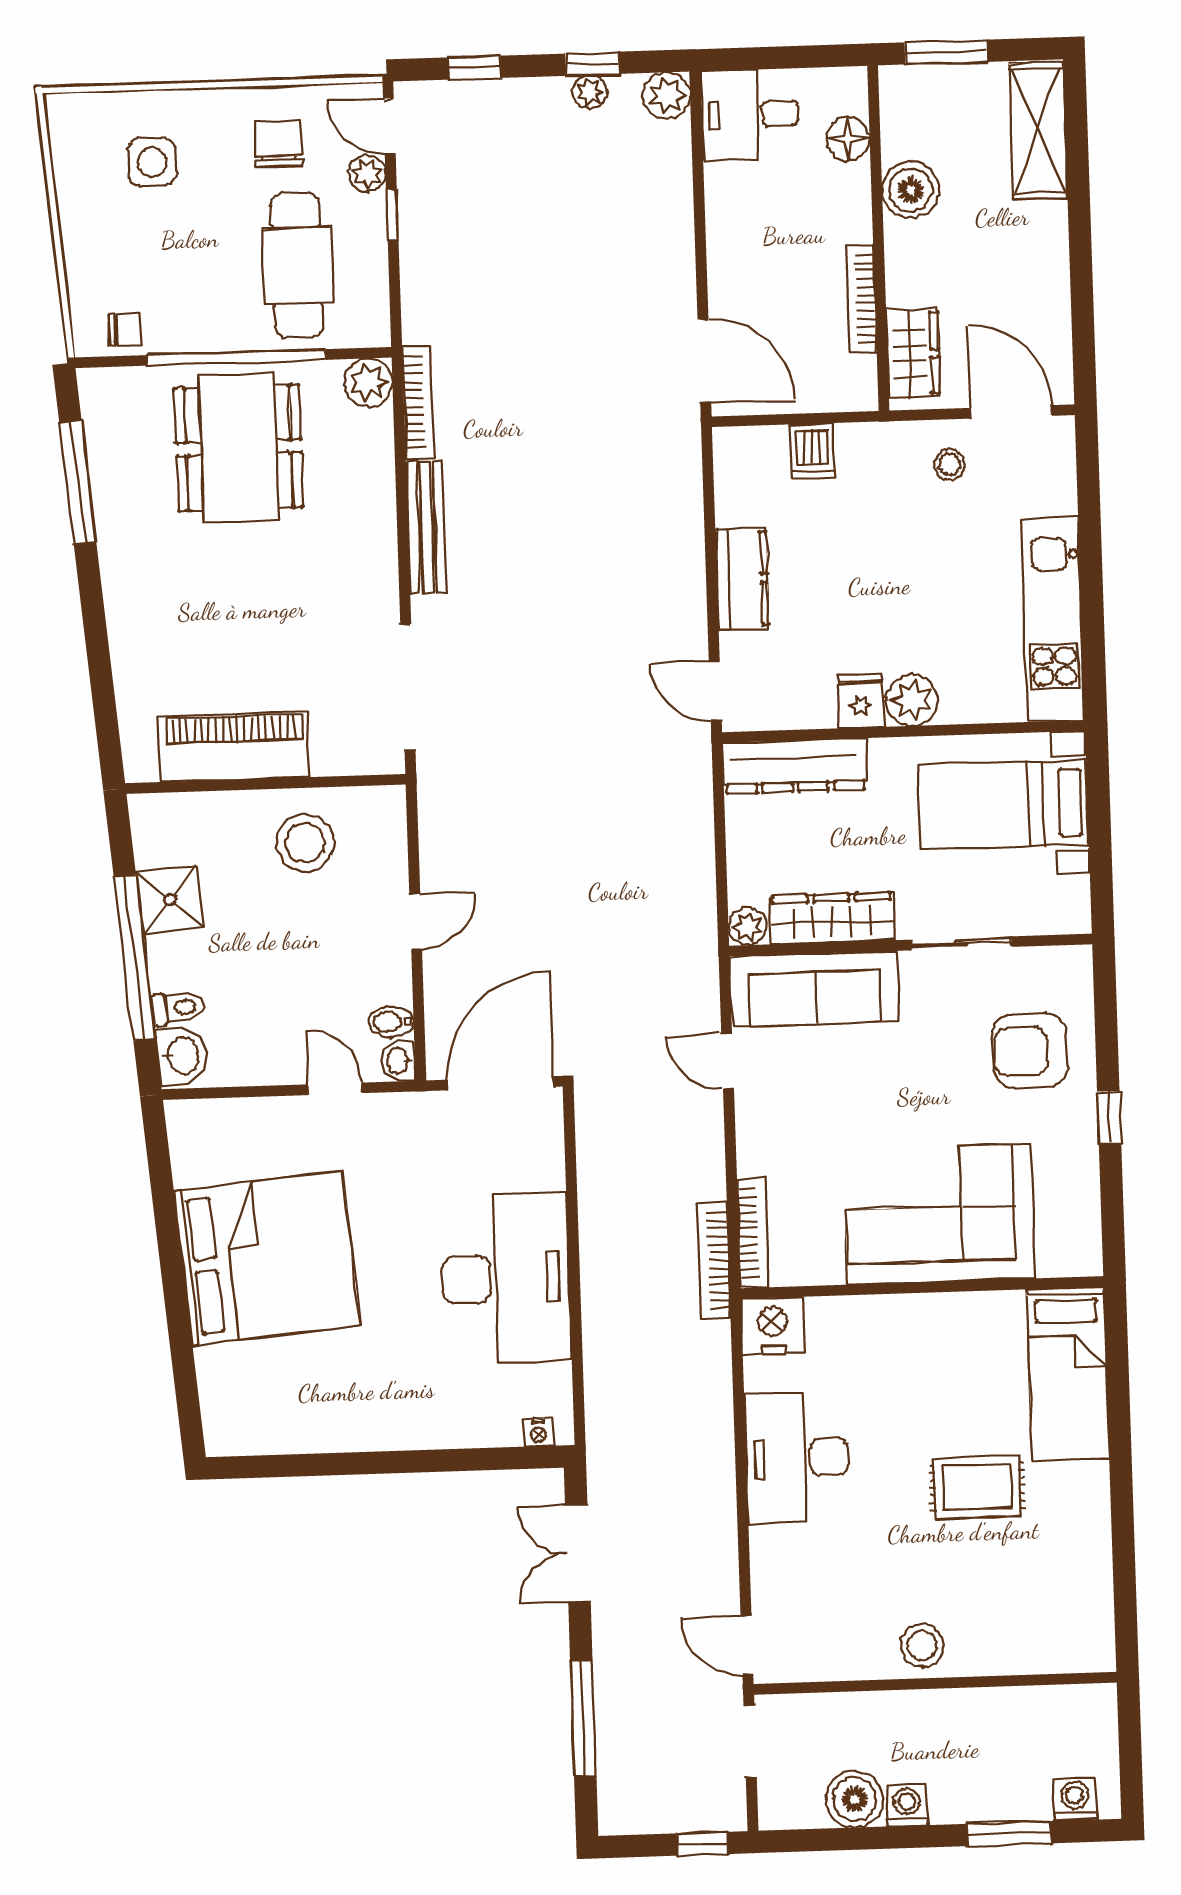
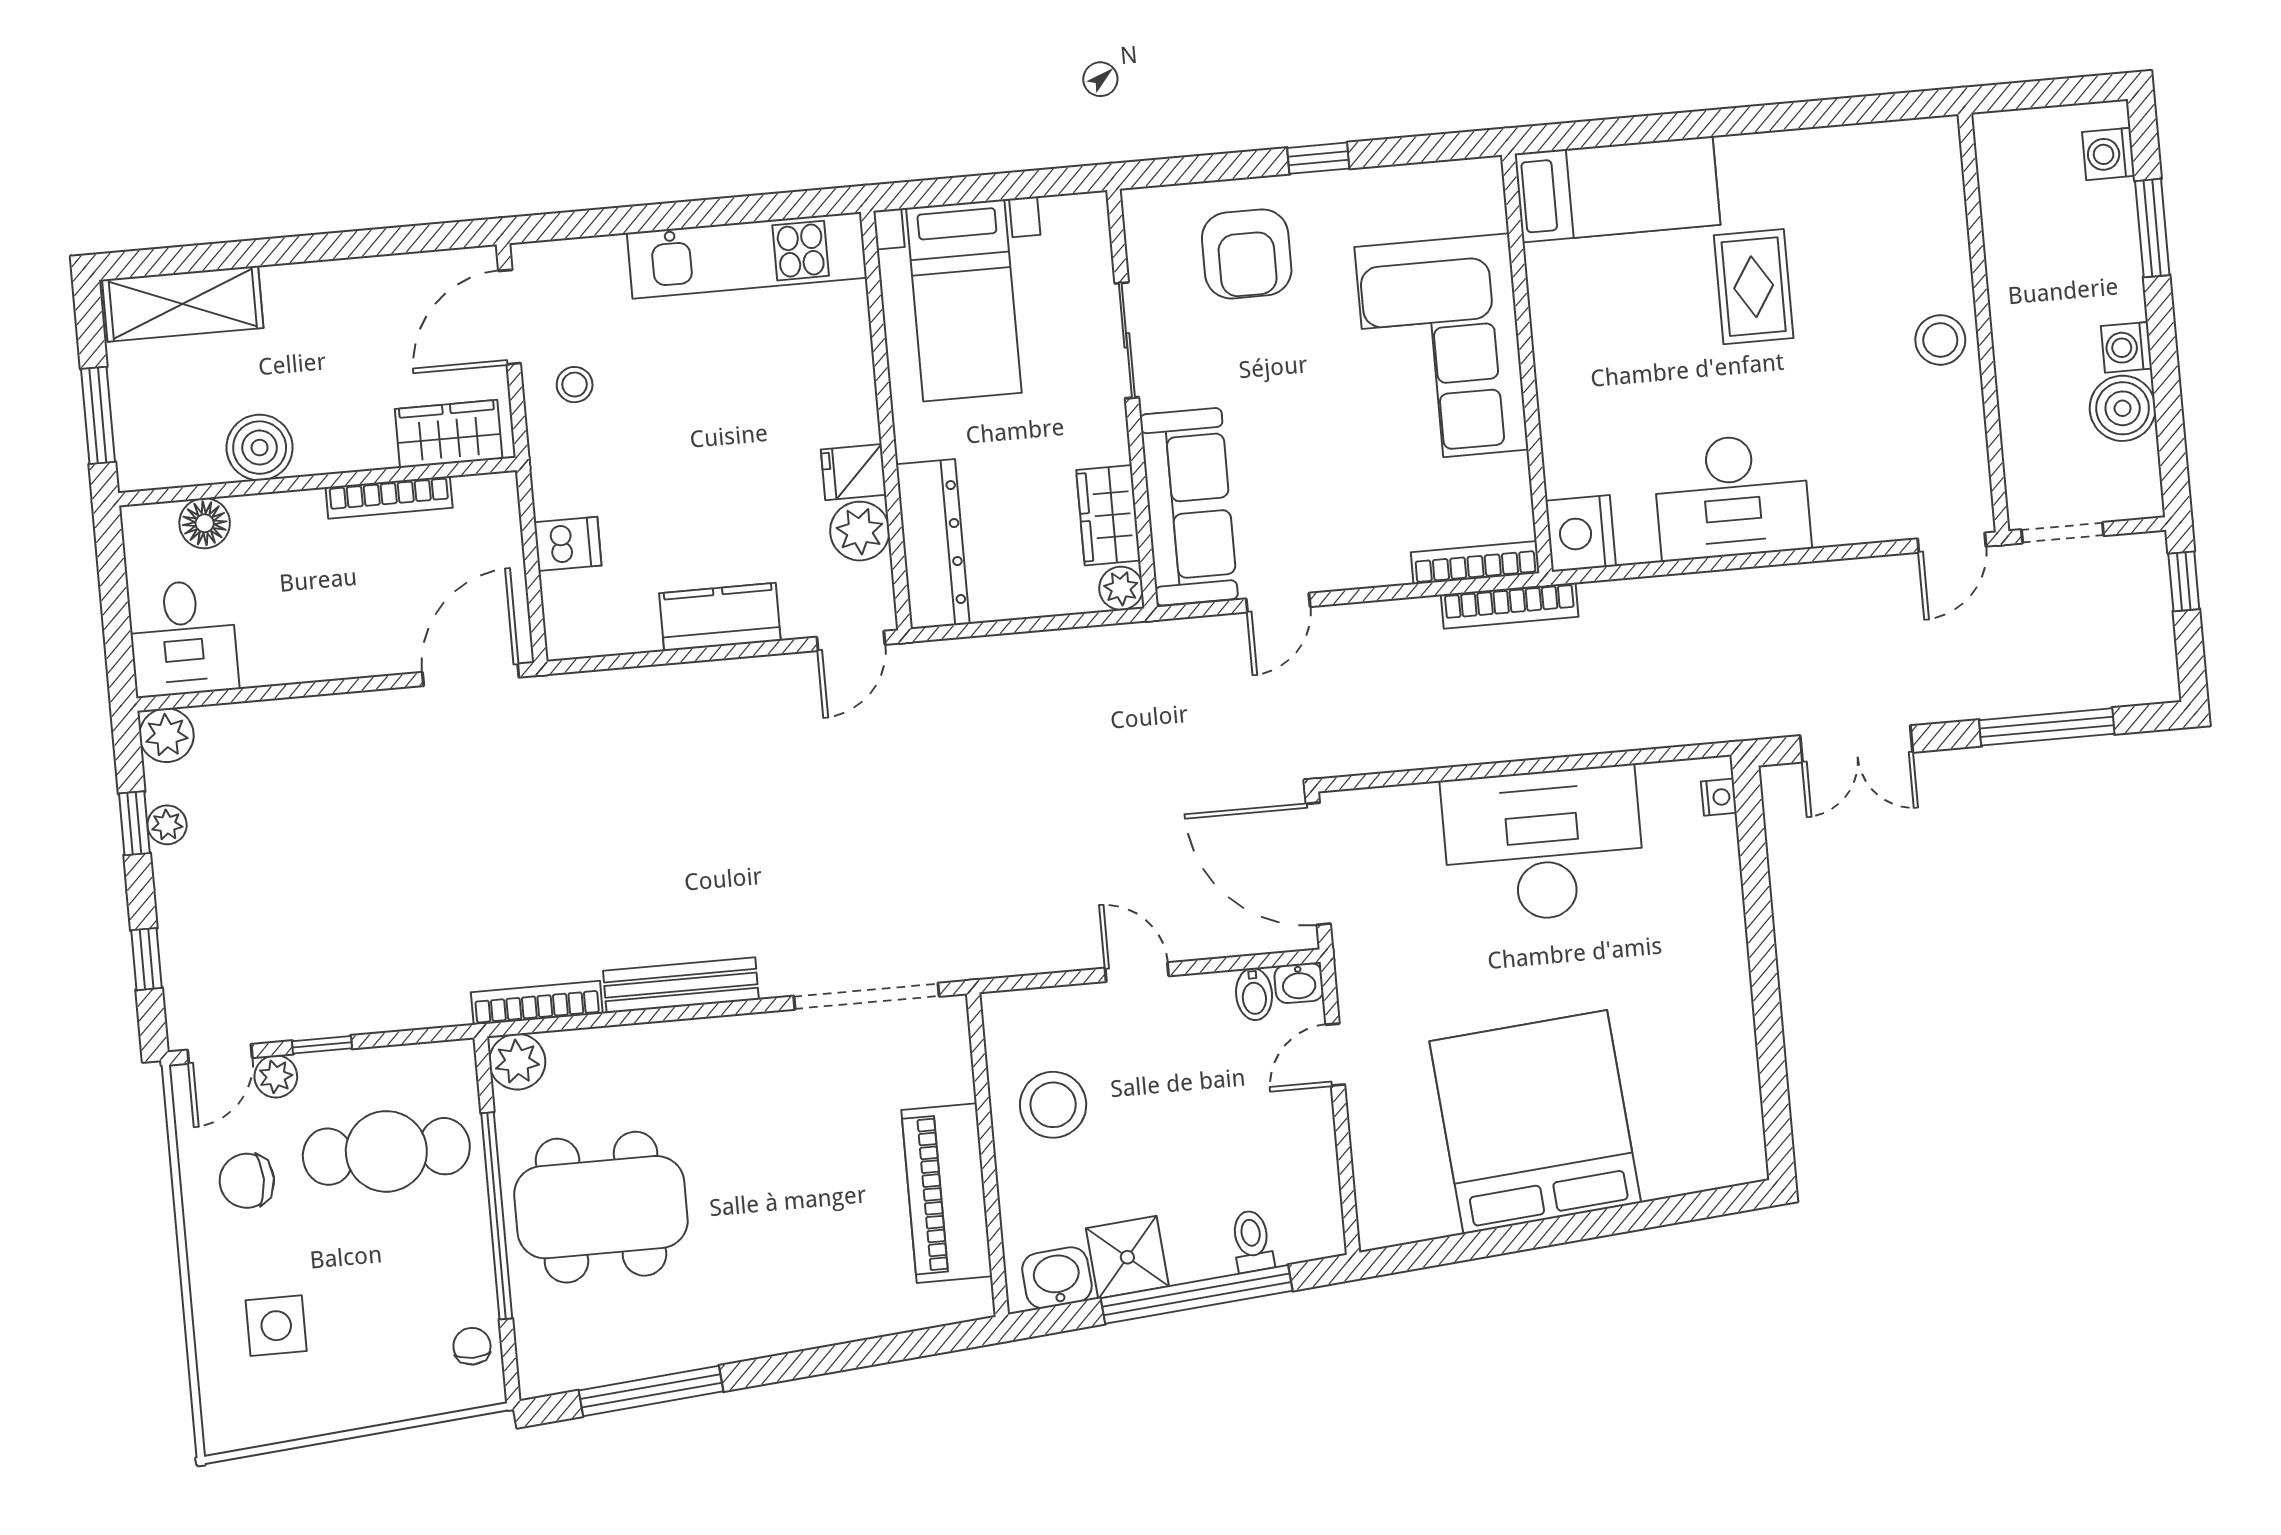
plant: (912, 700) -> (860, 531), moved
wardrobe: (832, 918) -> (1108, 515), width x0.67
washbasin: (182, 1056) -> (1057, 1278), moved

